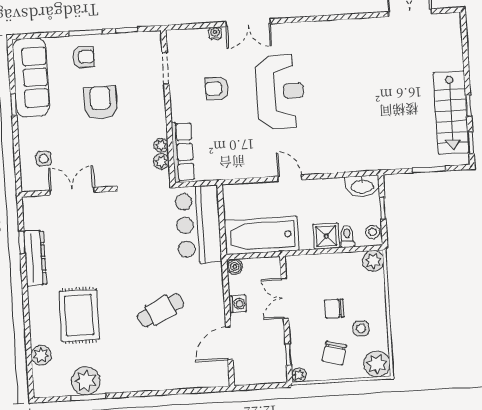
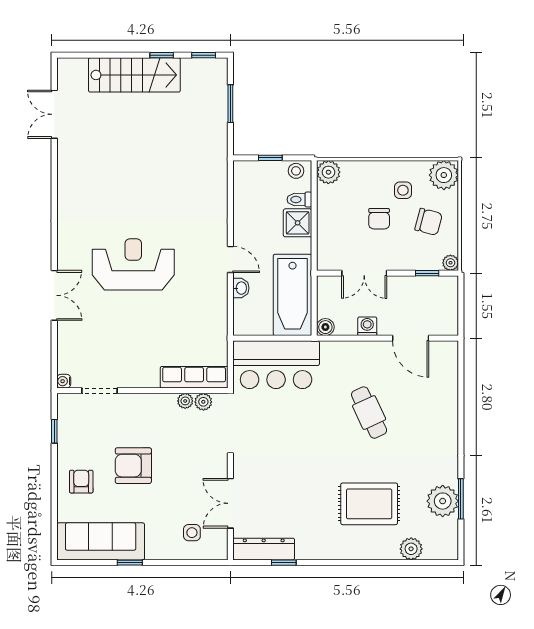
window: (85, 33) -> (54, 478), removed
water cooler: (215, 33) -> (64, 381), moved
armchair: (217, 88) -> (126, 335), removed
stairs: (451, 112) -> (134, 75), moved
door: (290, 178) -> (230, 260), swing flipped
washbasin: (362, 186) -> (241, 288), moved, width x0.52, depth x0.69
dresser: (35, 258) -> (264, 549), moved

